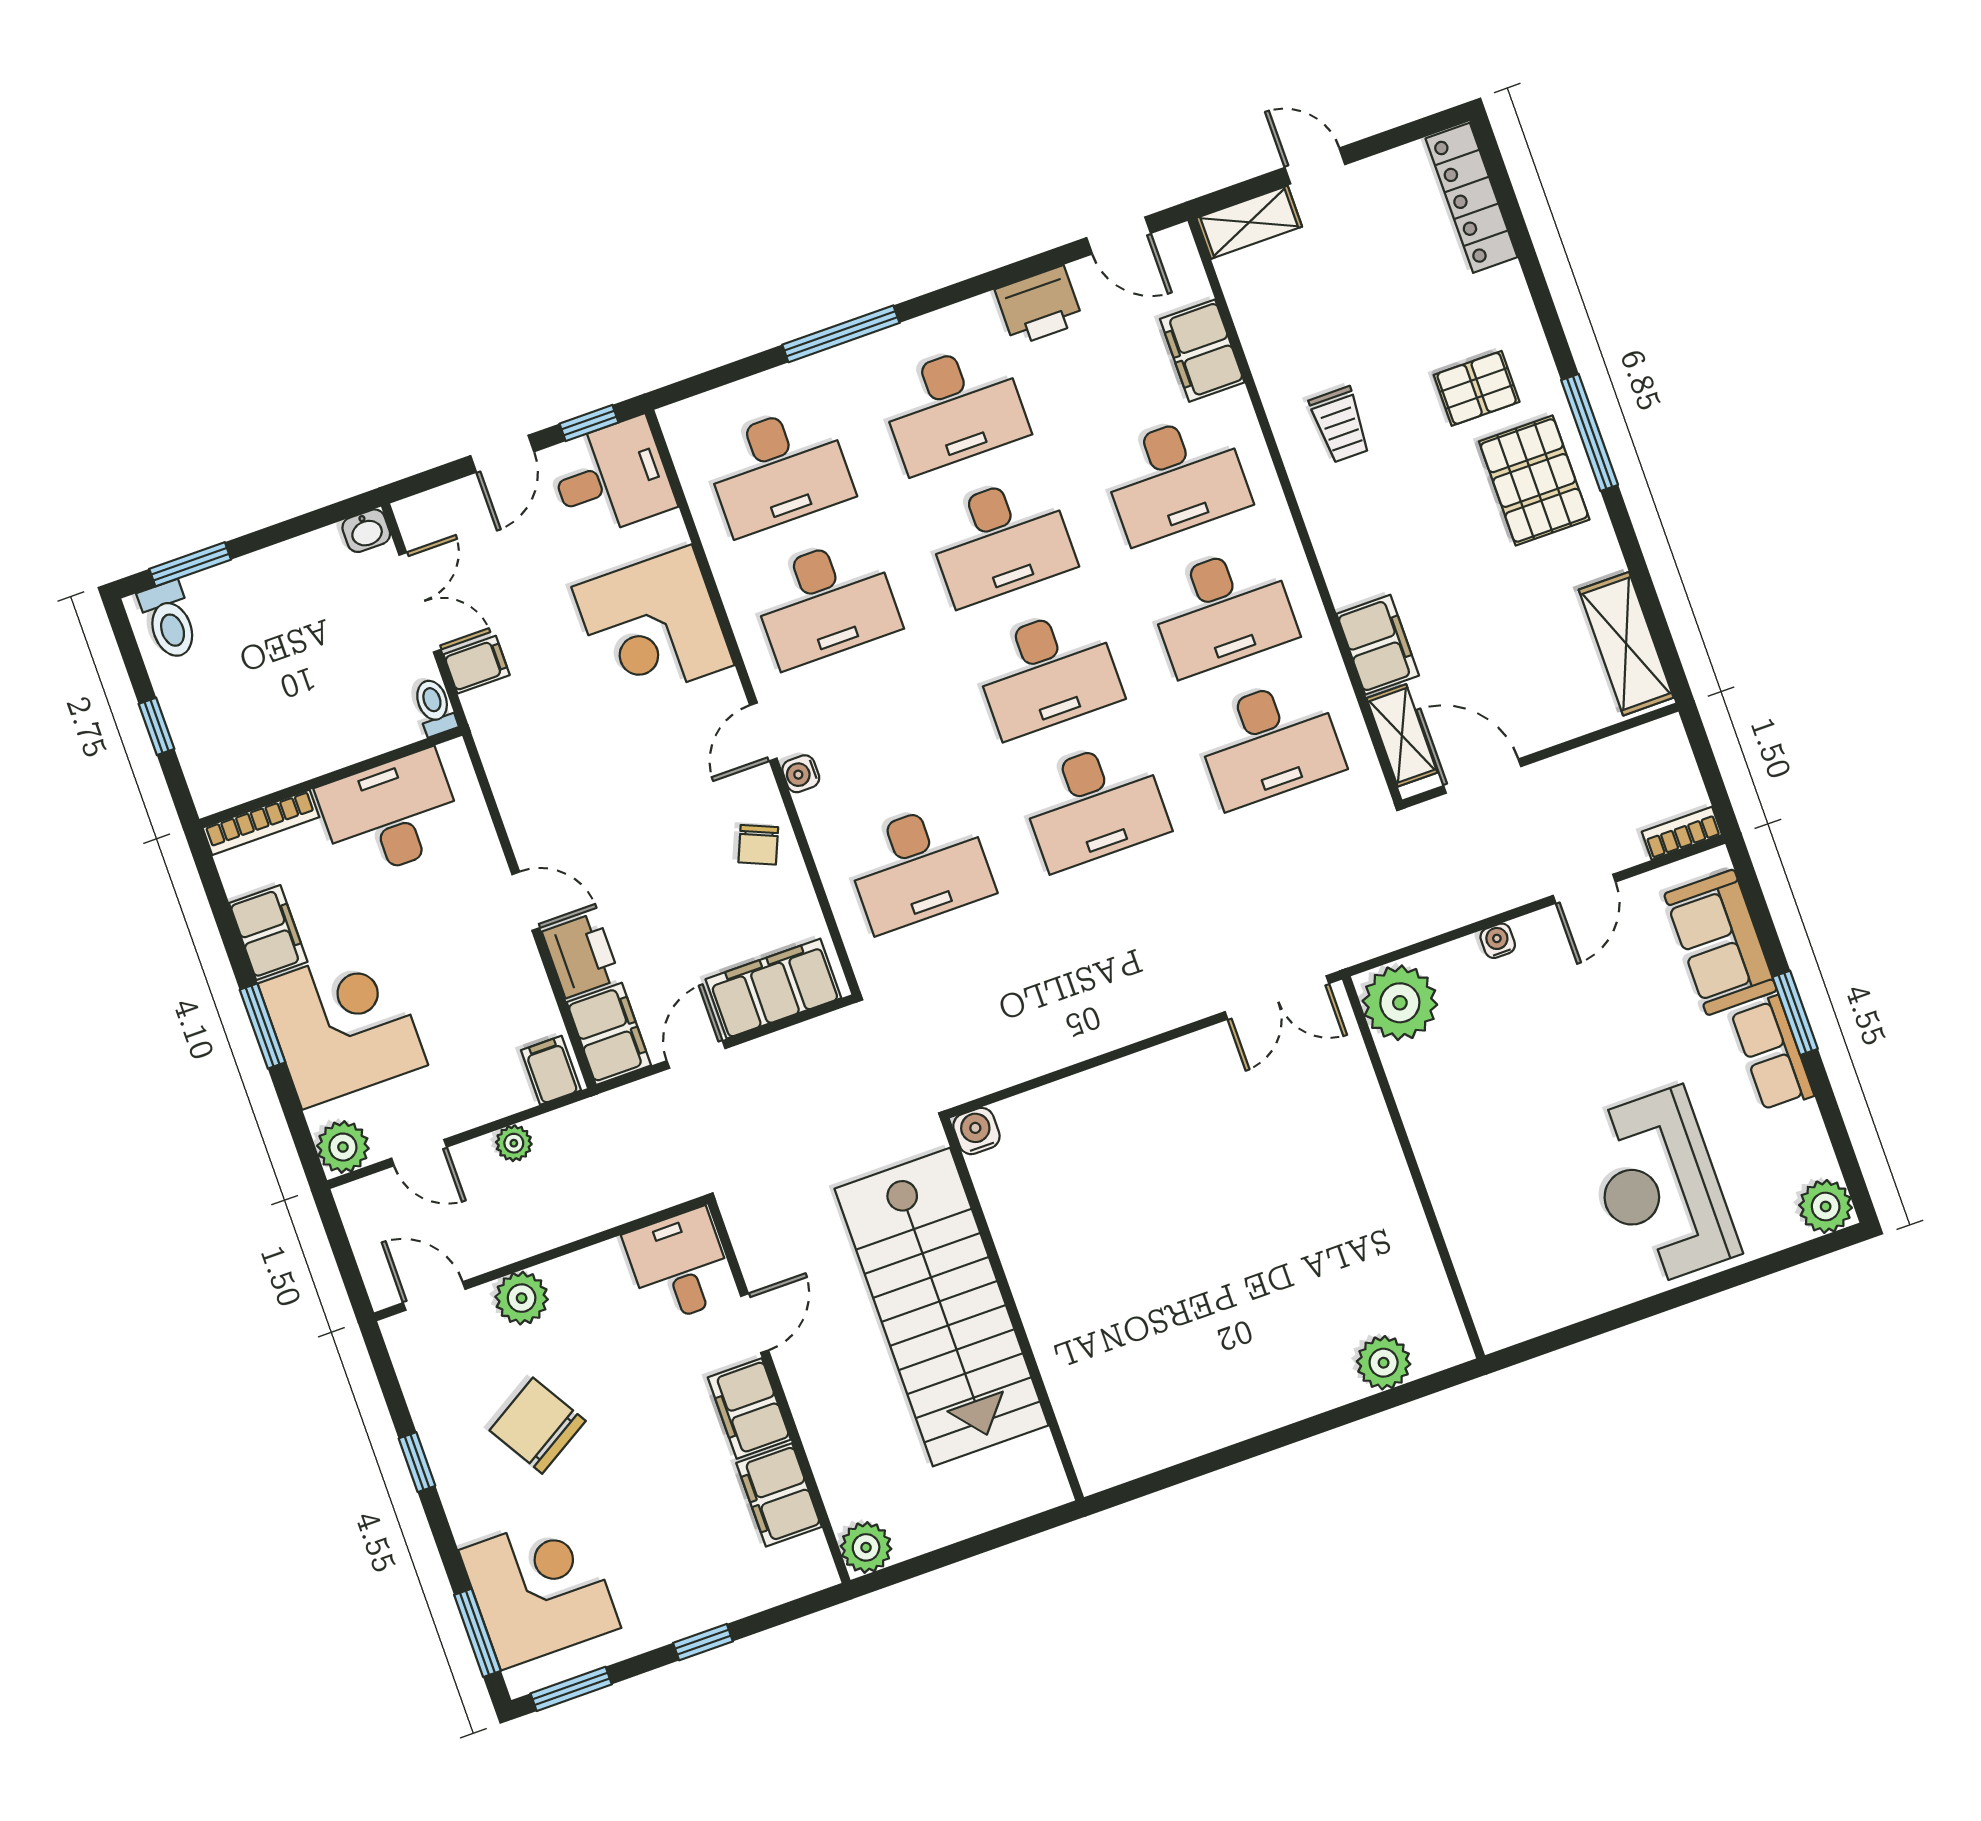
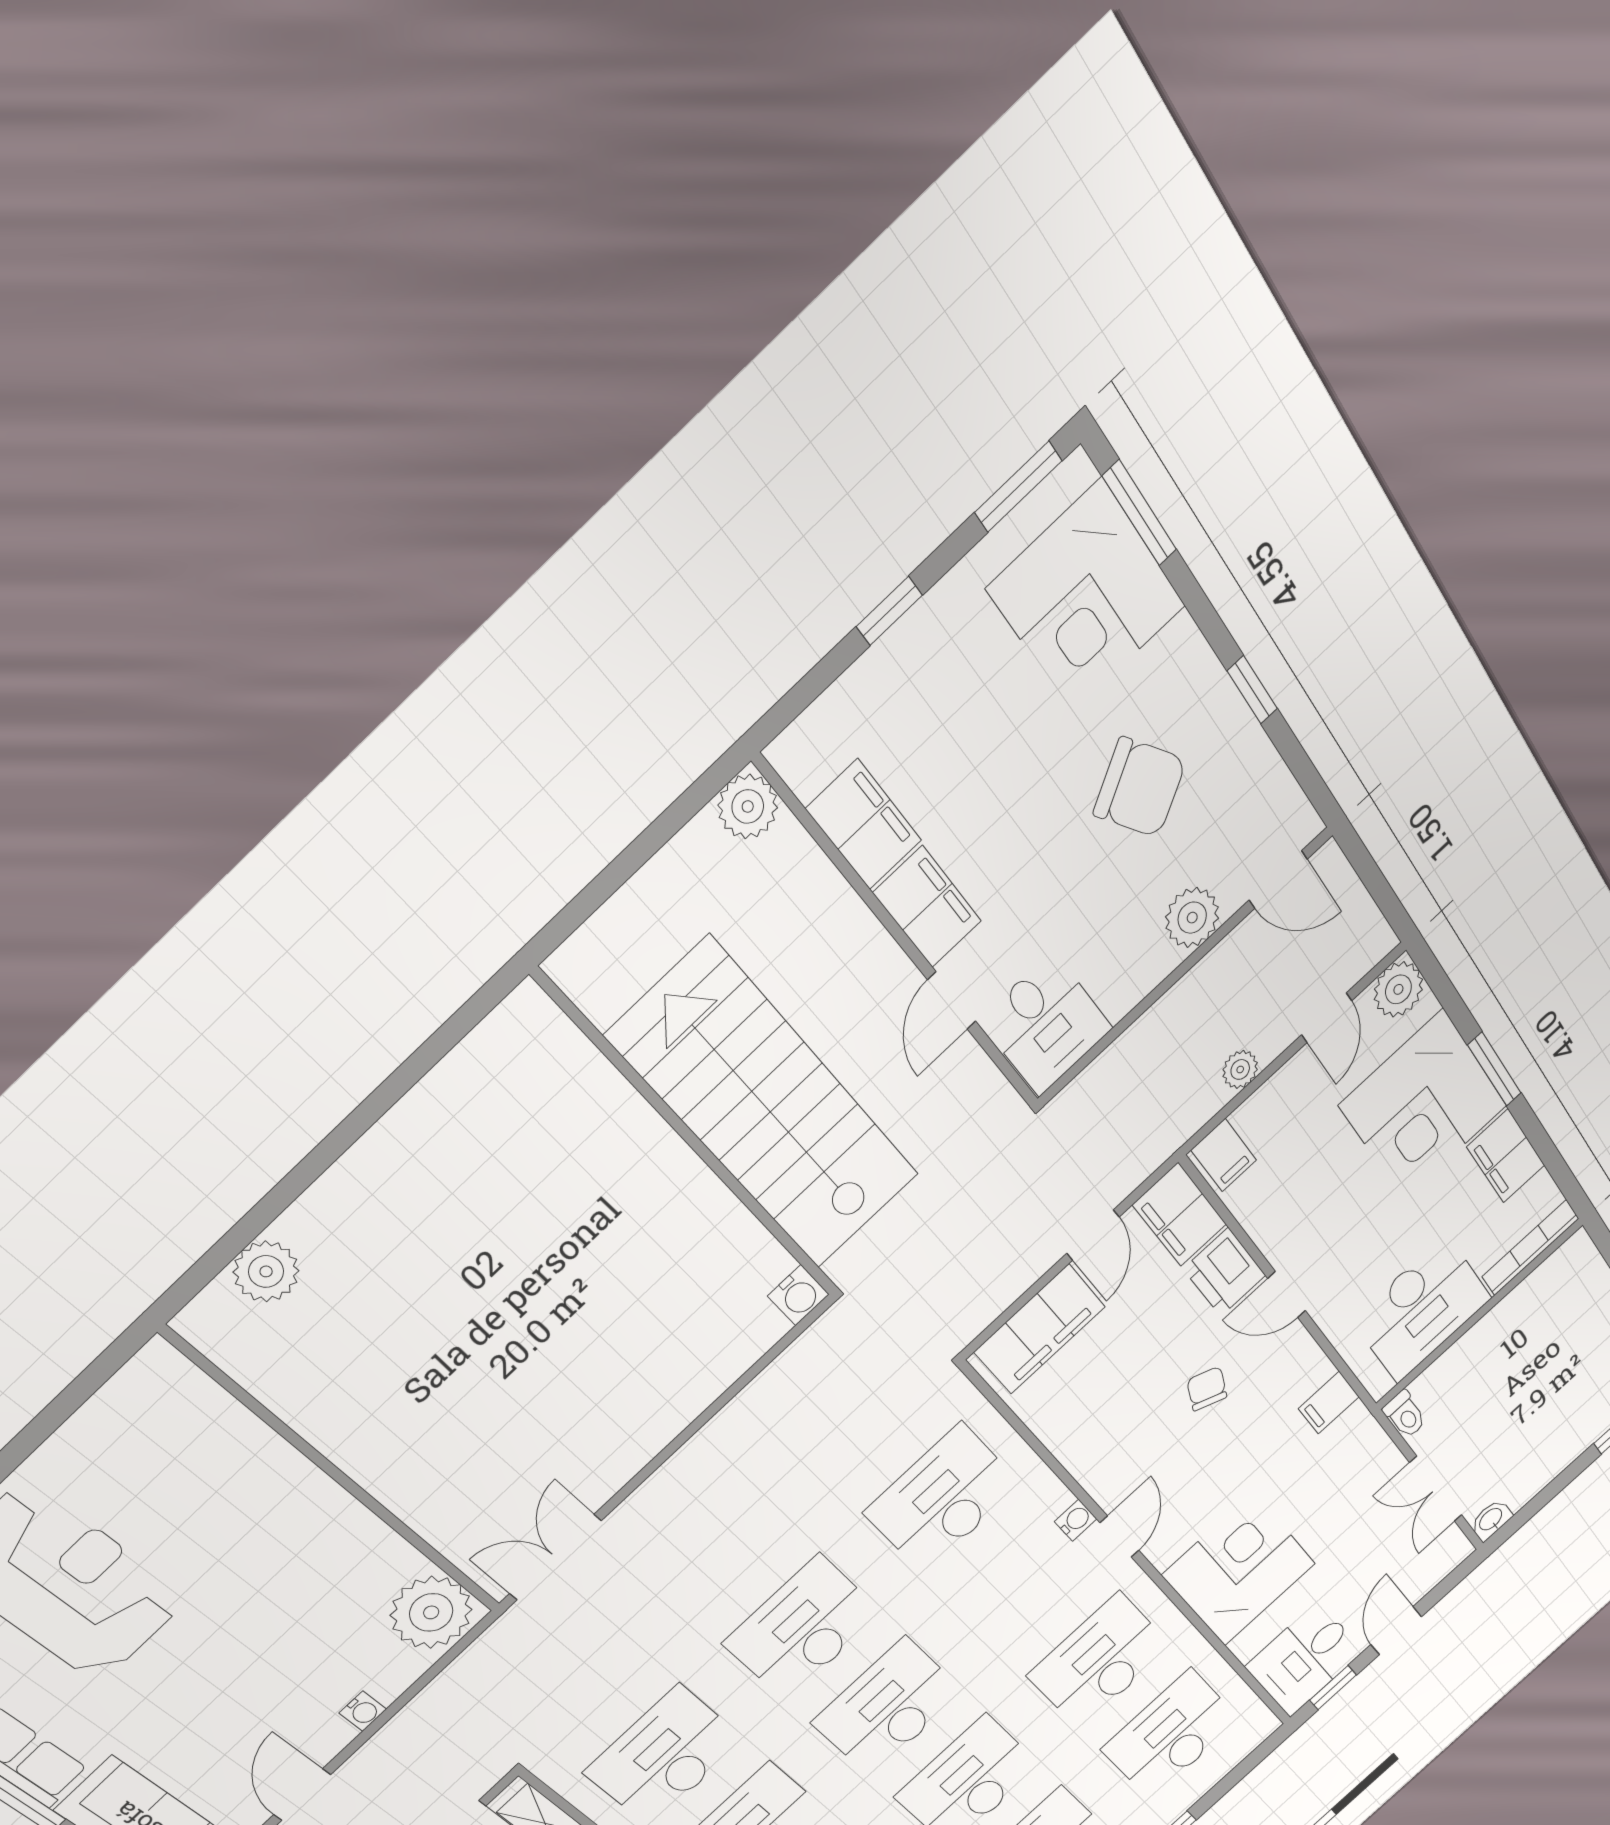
filing cabinet: (477, 665) -> (1329, 1403), moved
chair: (758, 845) -> (1207, 1389), moved
door: (419, 1153) -> (1327, 1018), swing flipped

